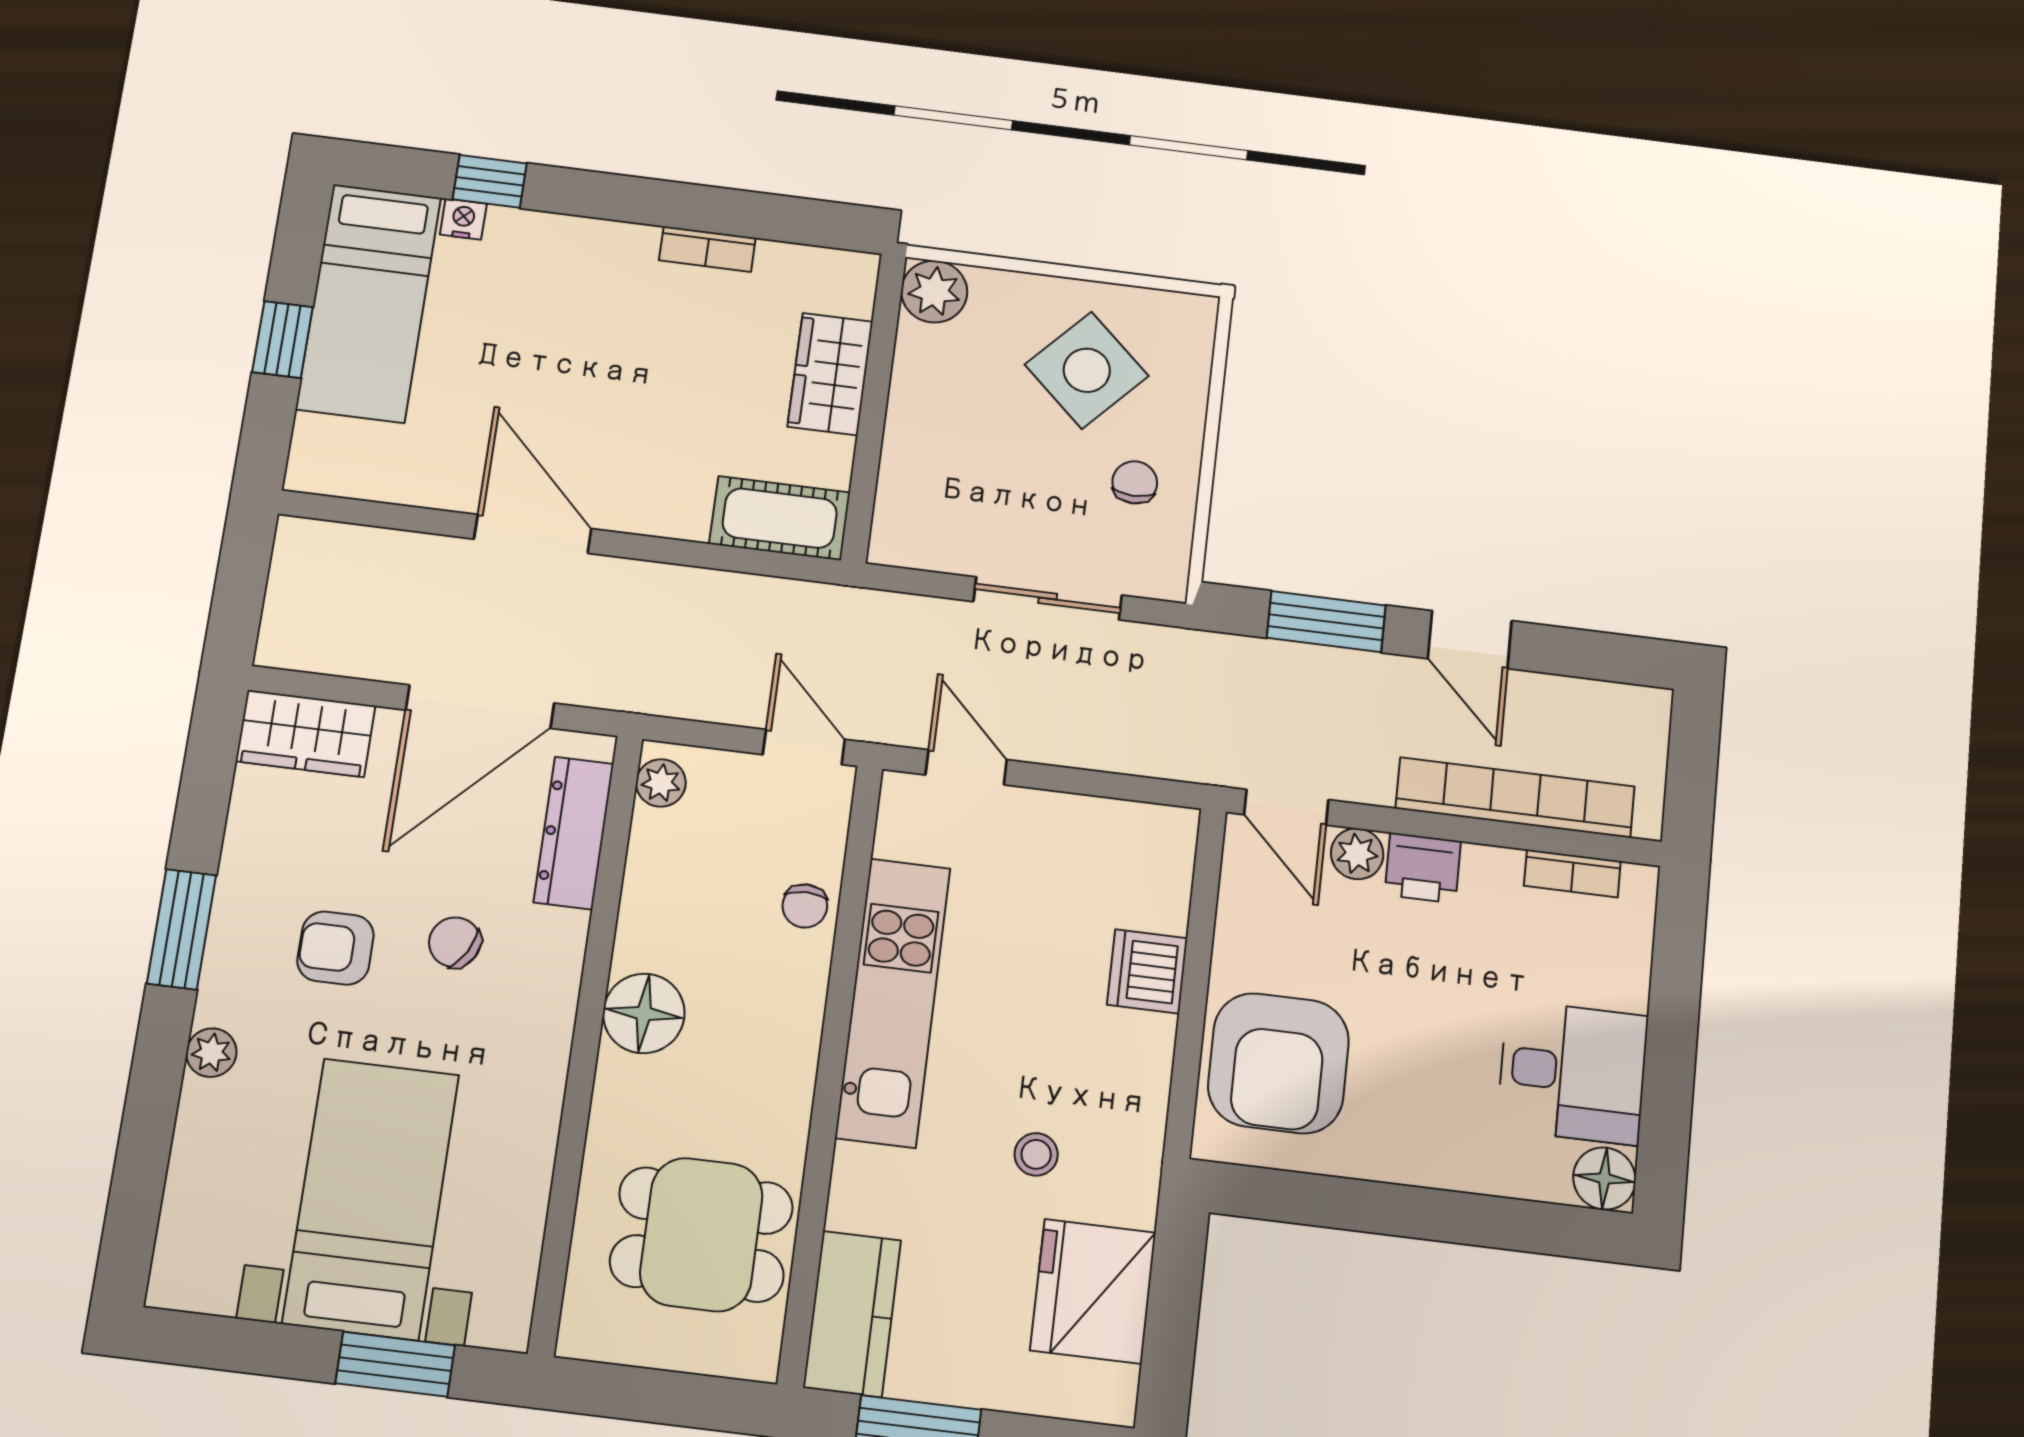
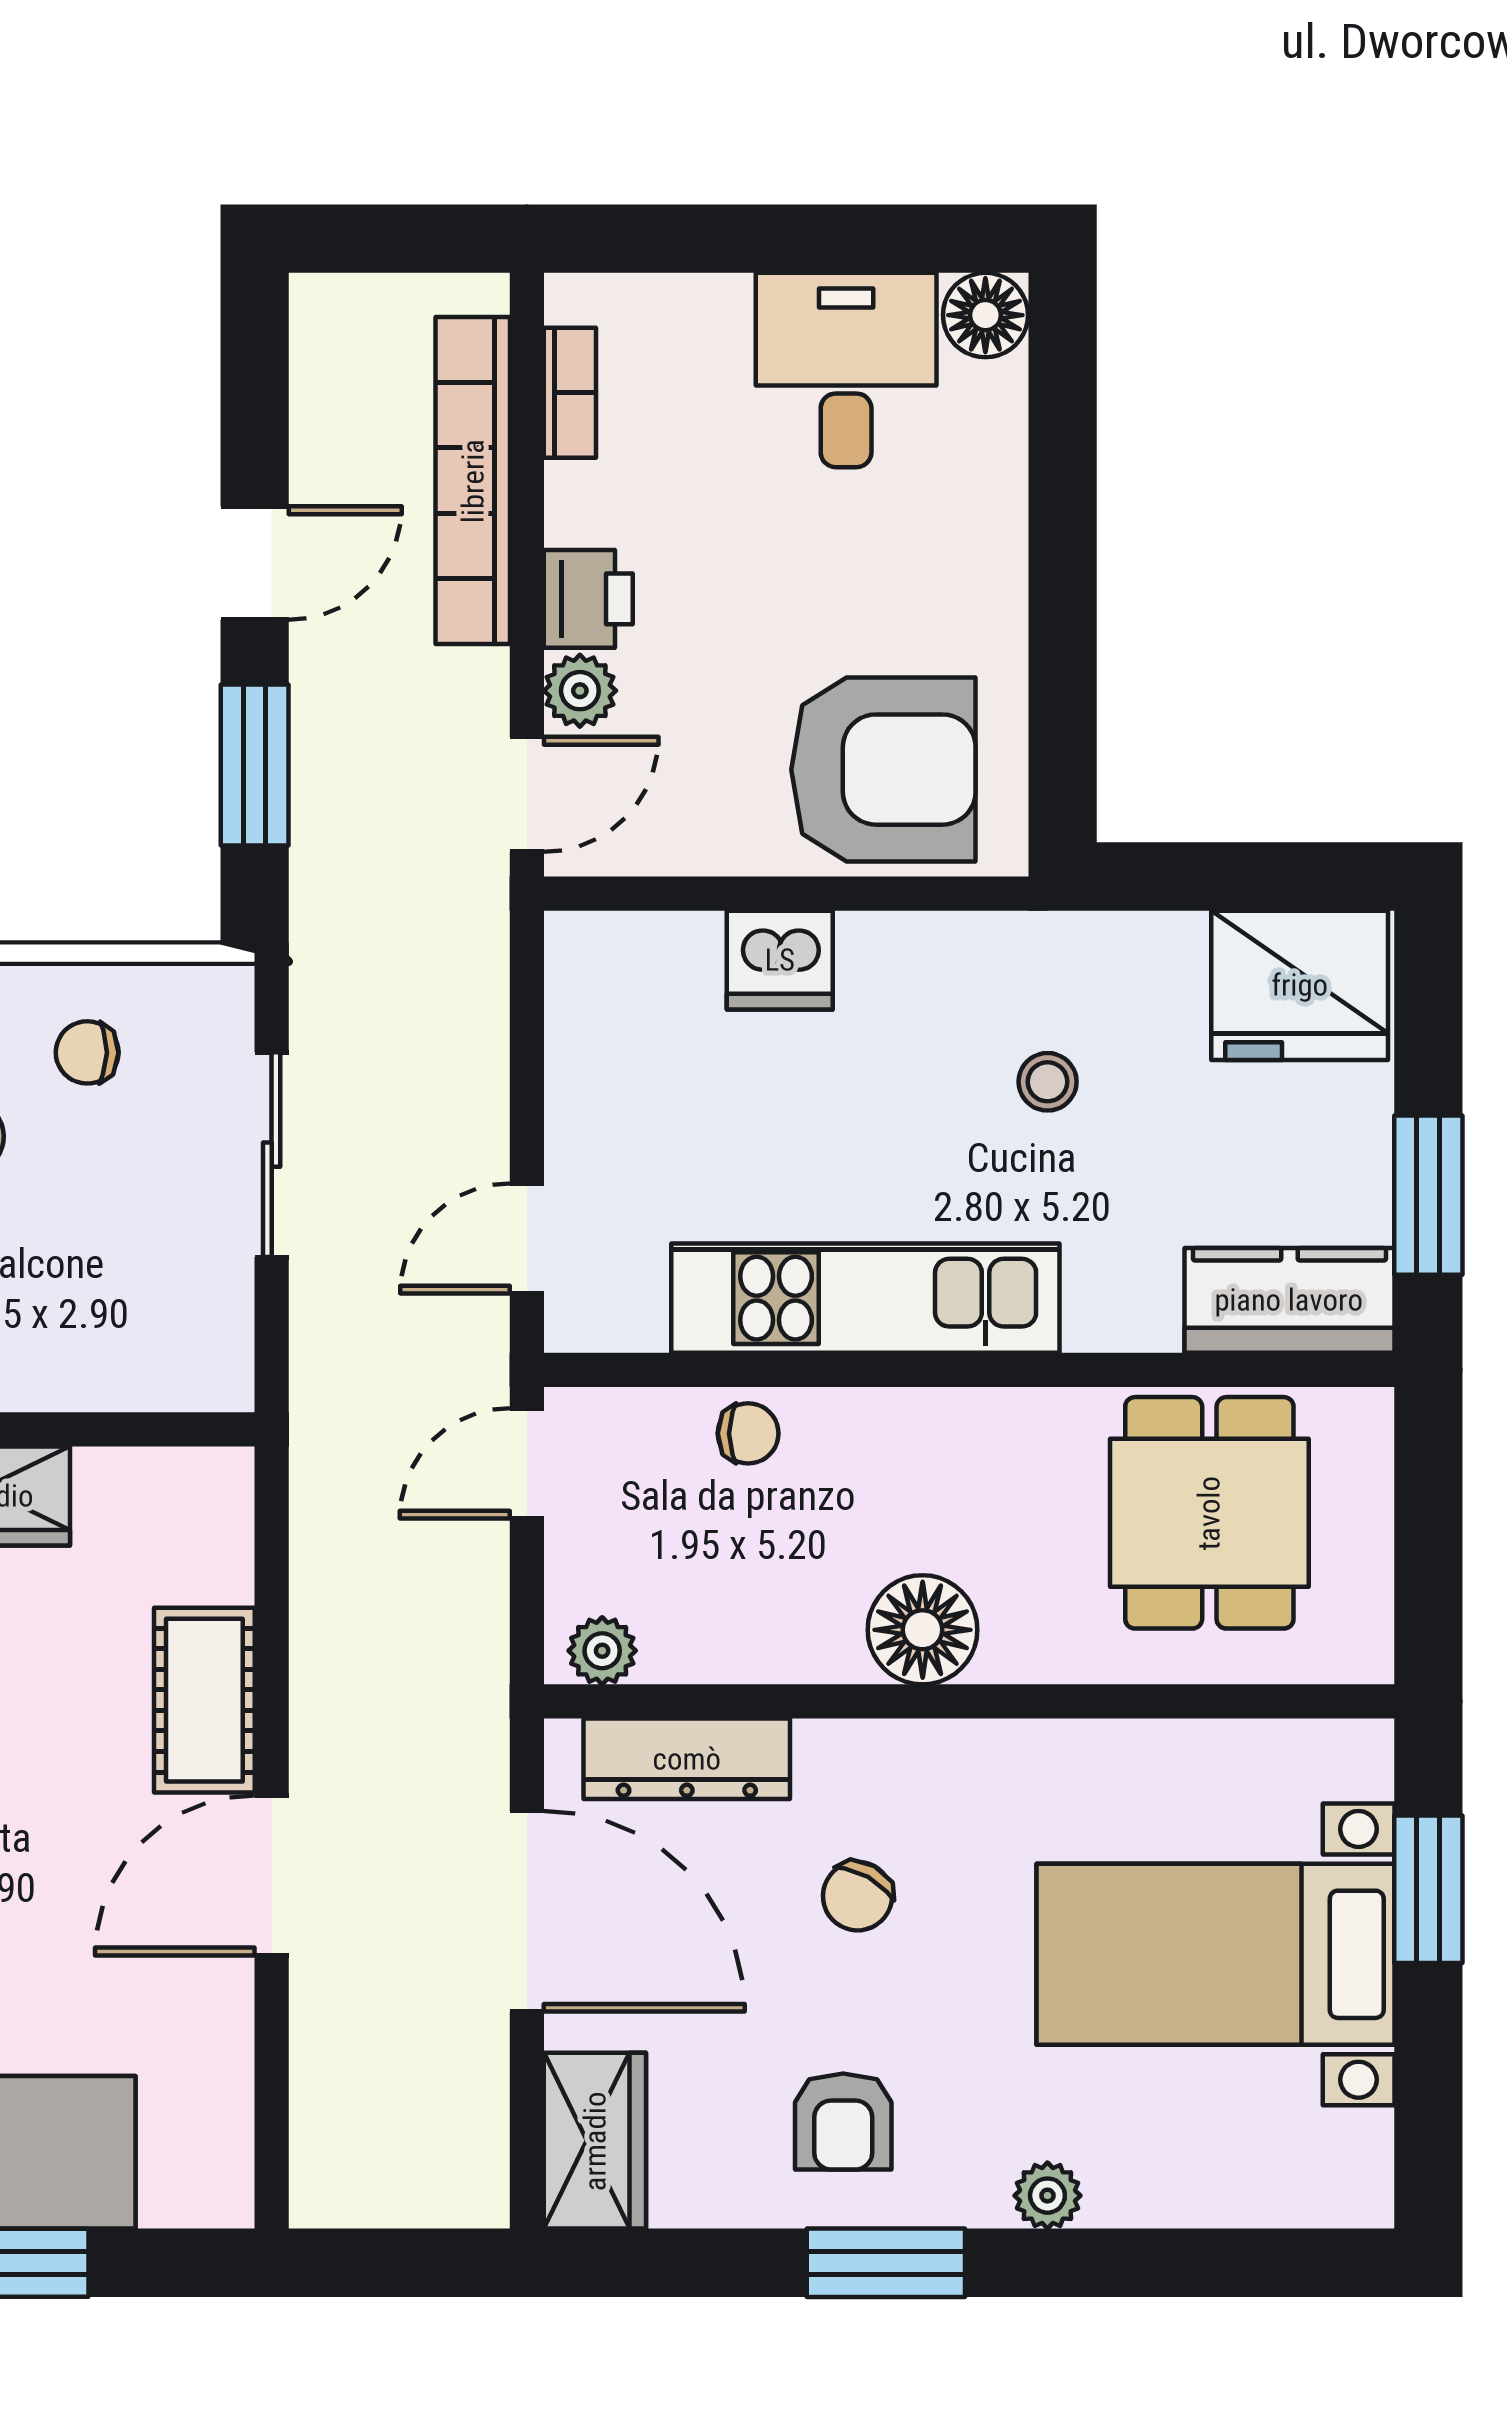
cot: (780, 518) -> (204, 1700), moved
armchair: (336, 948) -> (843, 2122), moved
fridge: (1093, 1291) -> (1300, 985), moved

